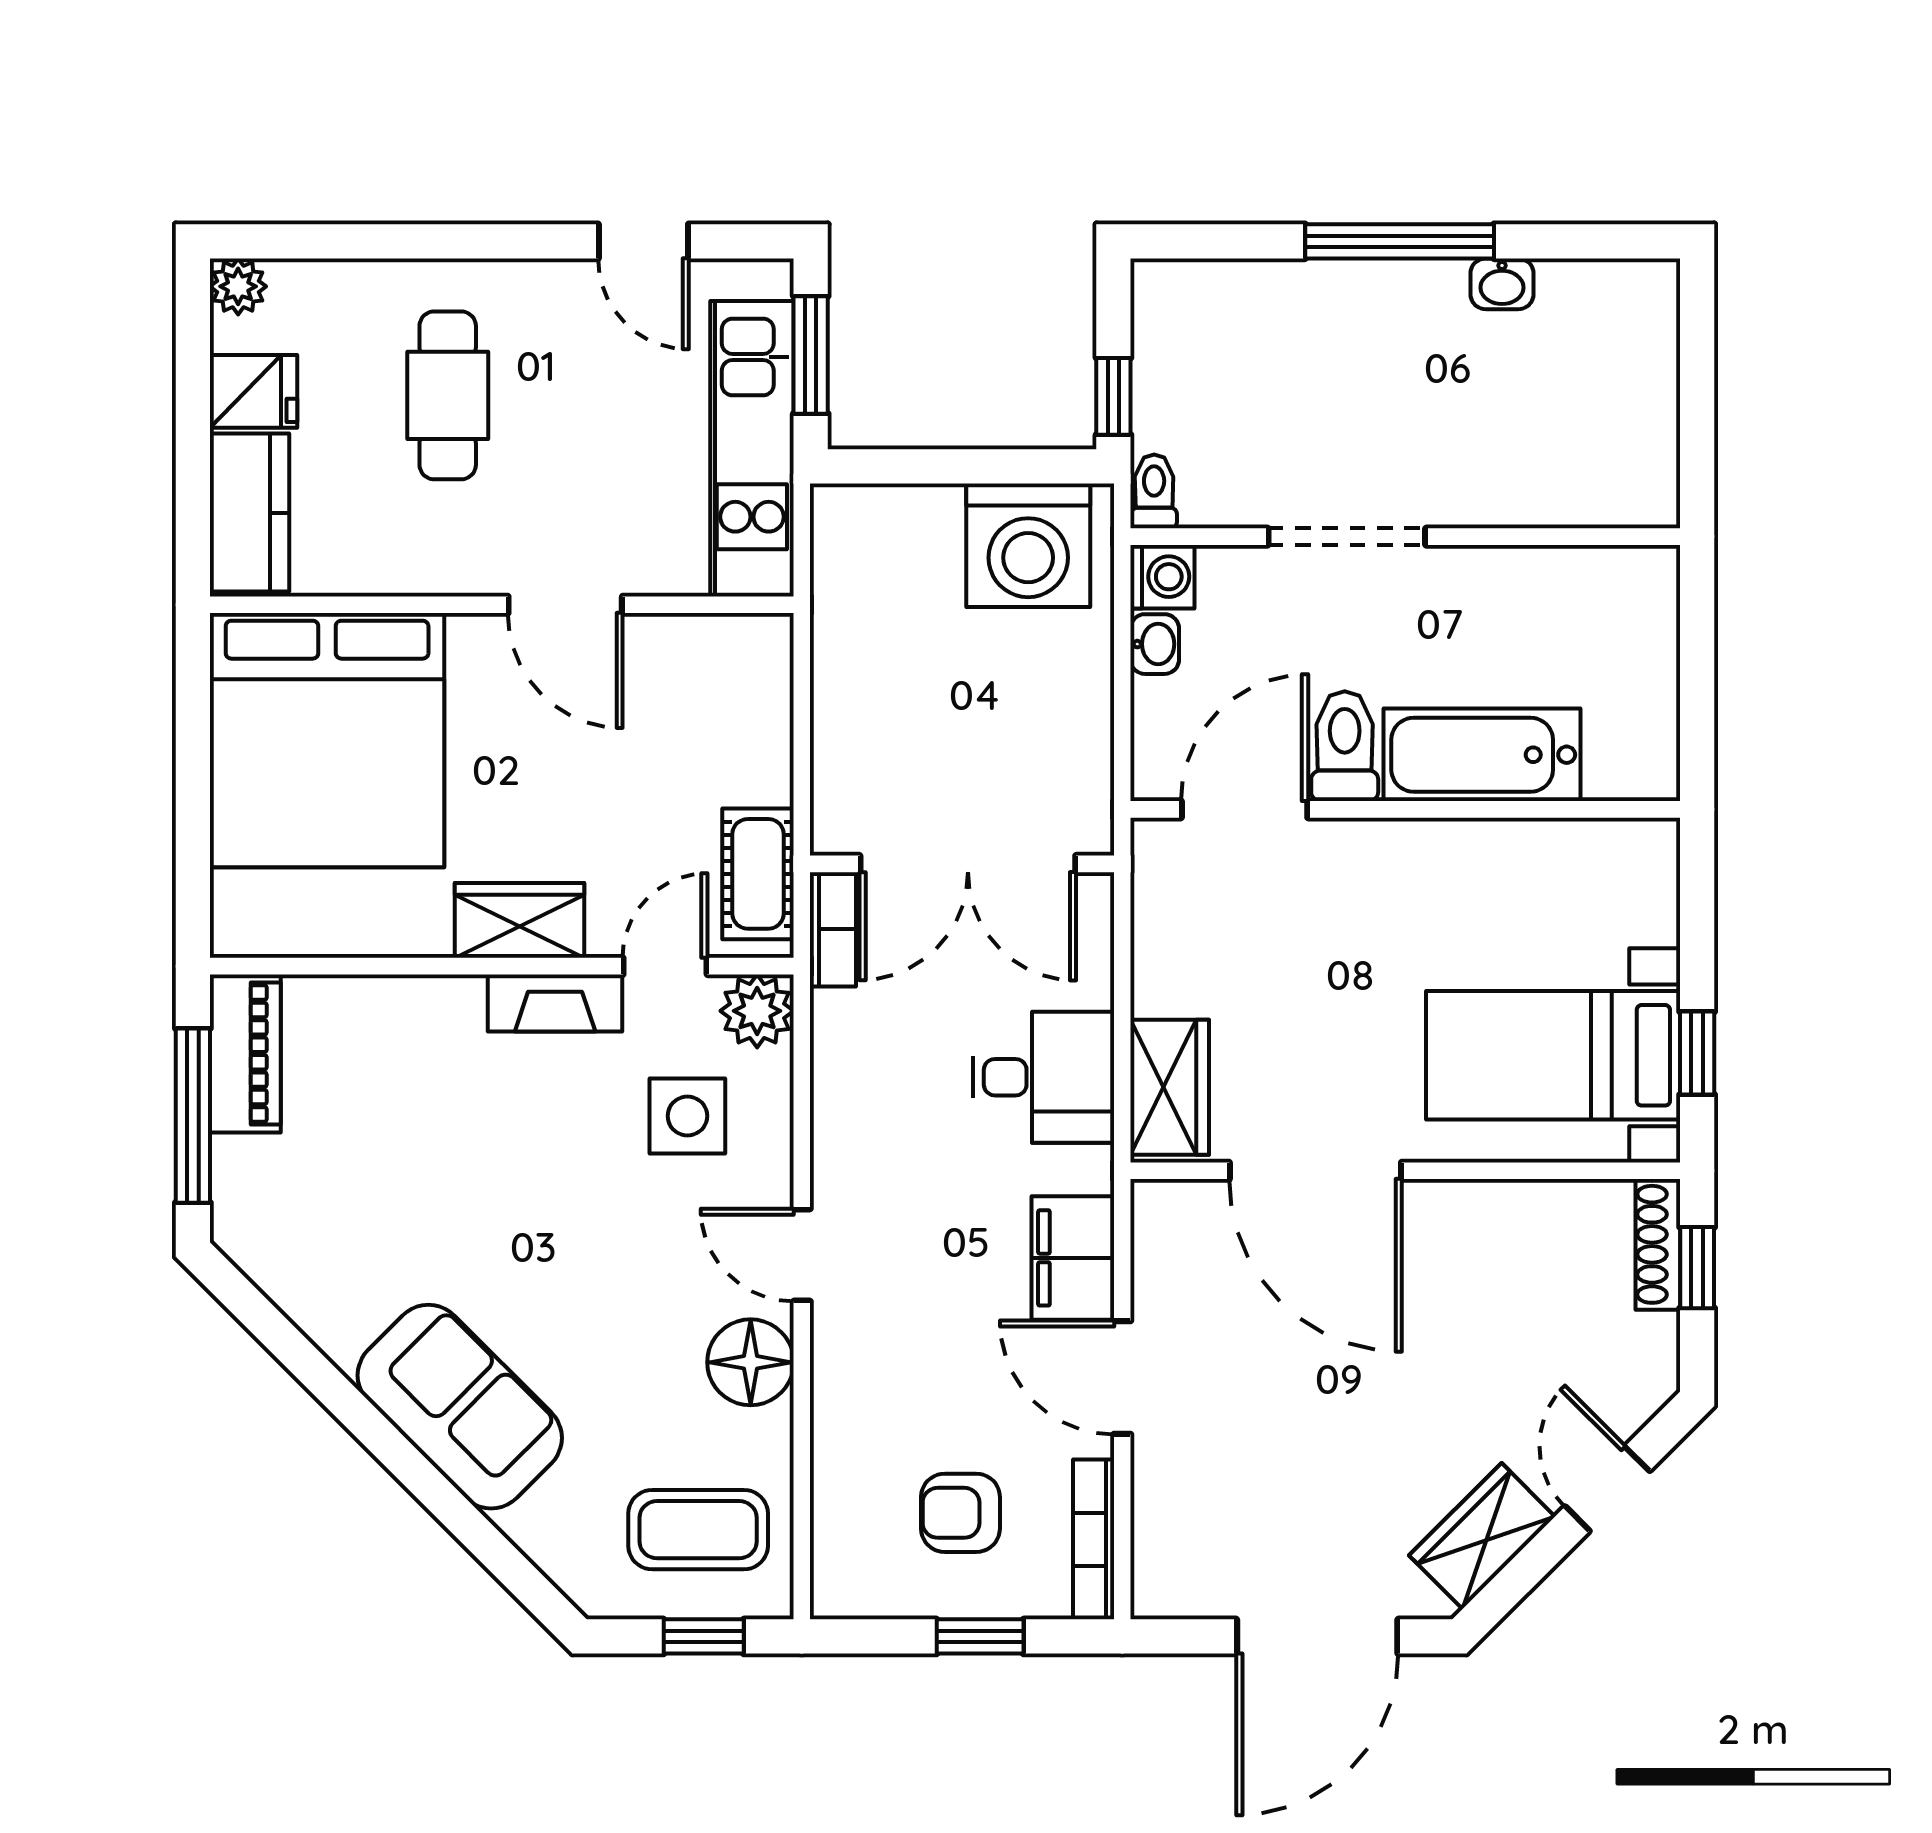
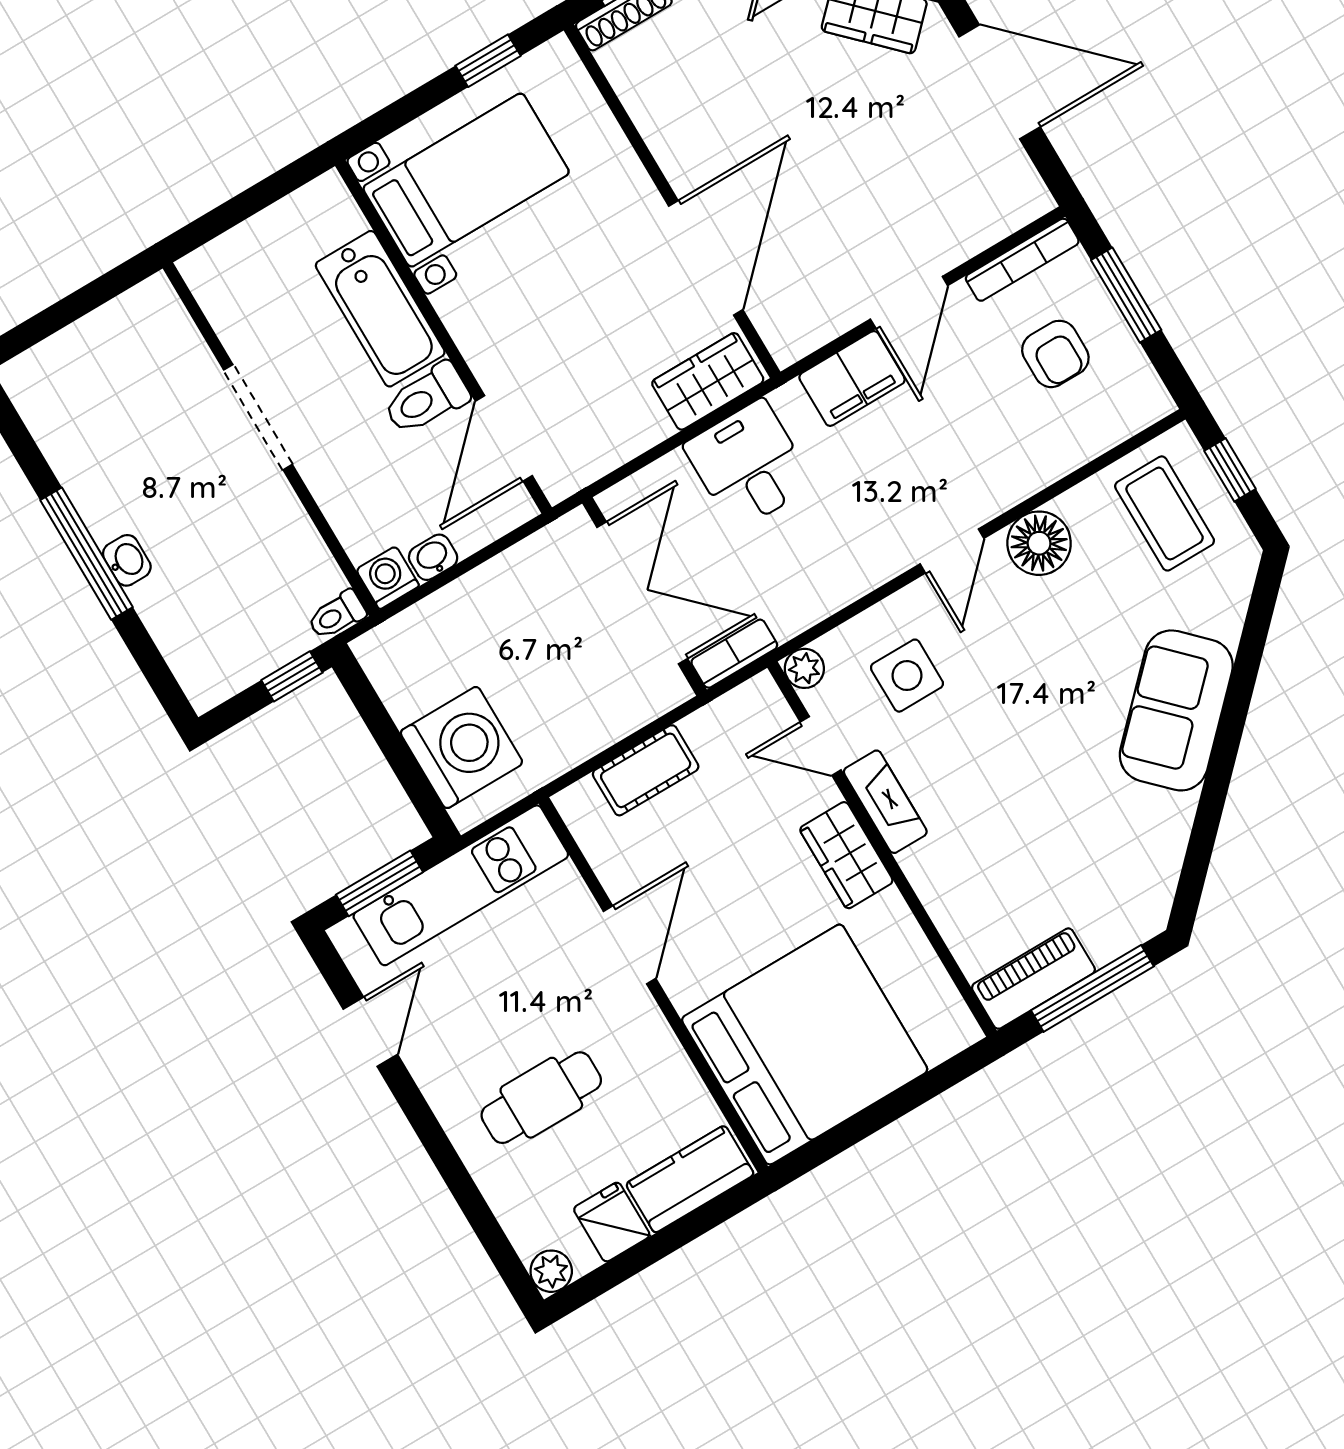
washbasin: (1502, 284) -> (127, 560), moved
doorway: (1347, 537) -> (258, 417), moved
washing machine: (1028, 545) -> (462, 747), moved
door: (1245, 809) -> (504, 438), hinge flipped
cot: (758, 874) -> (646, 770), moved
plant: (757, 1011) -> (804, 668), width x0.73, depth x0.73
bed with nightstands: (1553, 1055) -> (466, 180), moved, turned -90
window: (980, 1636) -> (1126, 295), width x1.50

